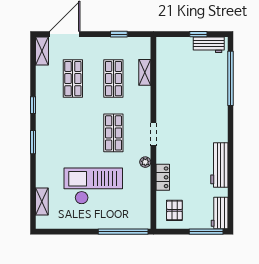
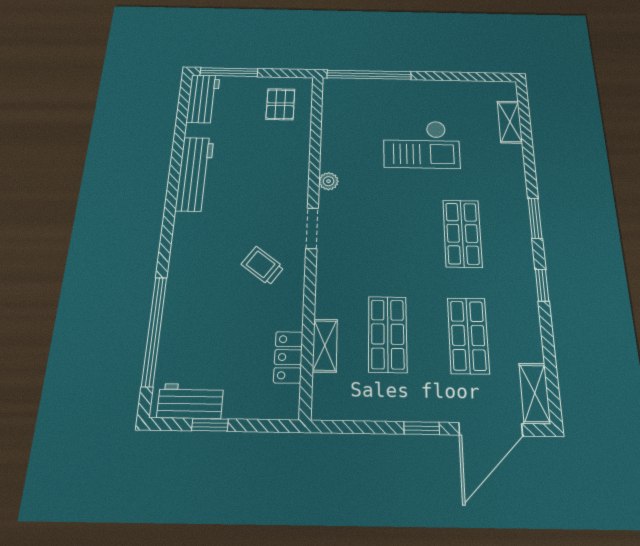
window: (119, 34) -> (422, 428), moved
trolley: (178, 113) -> (263, 266), added
shop shelf: (113, 133) -> (462, 233), moved
locker: (163, 177) -> (288, 357), moved
checkout: (93, 186) -> (421, 144), width x0.73, depth x0.83

